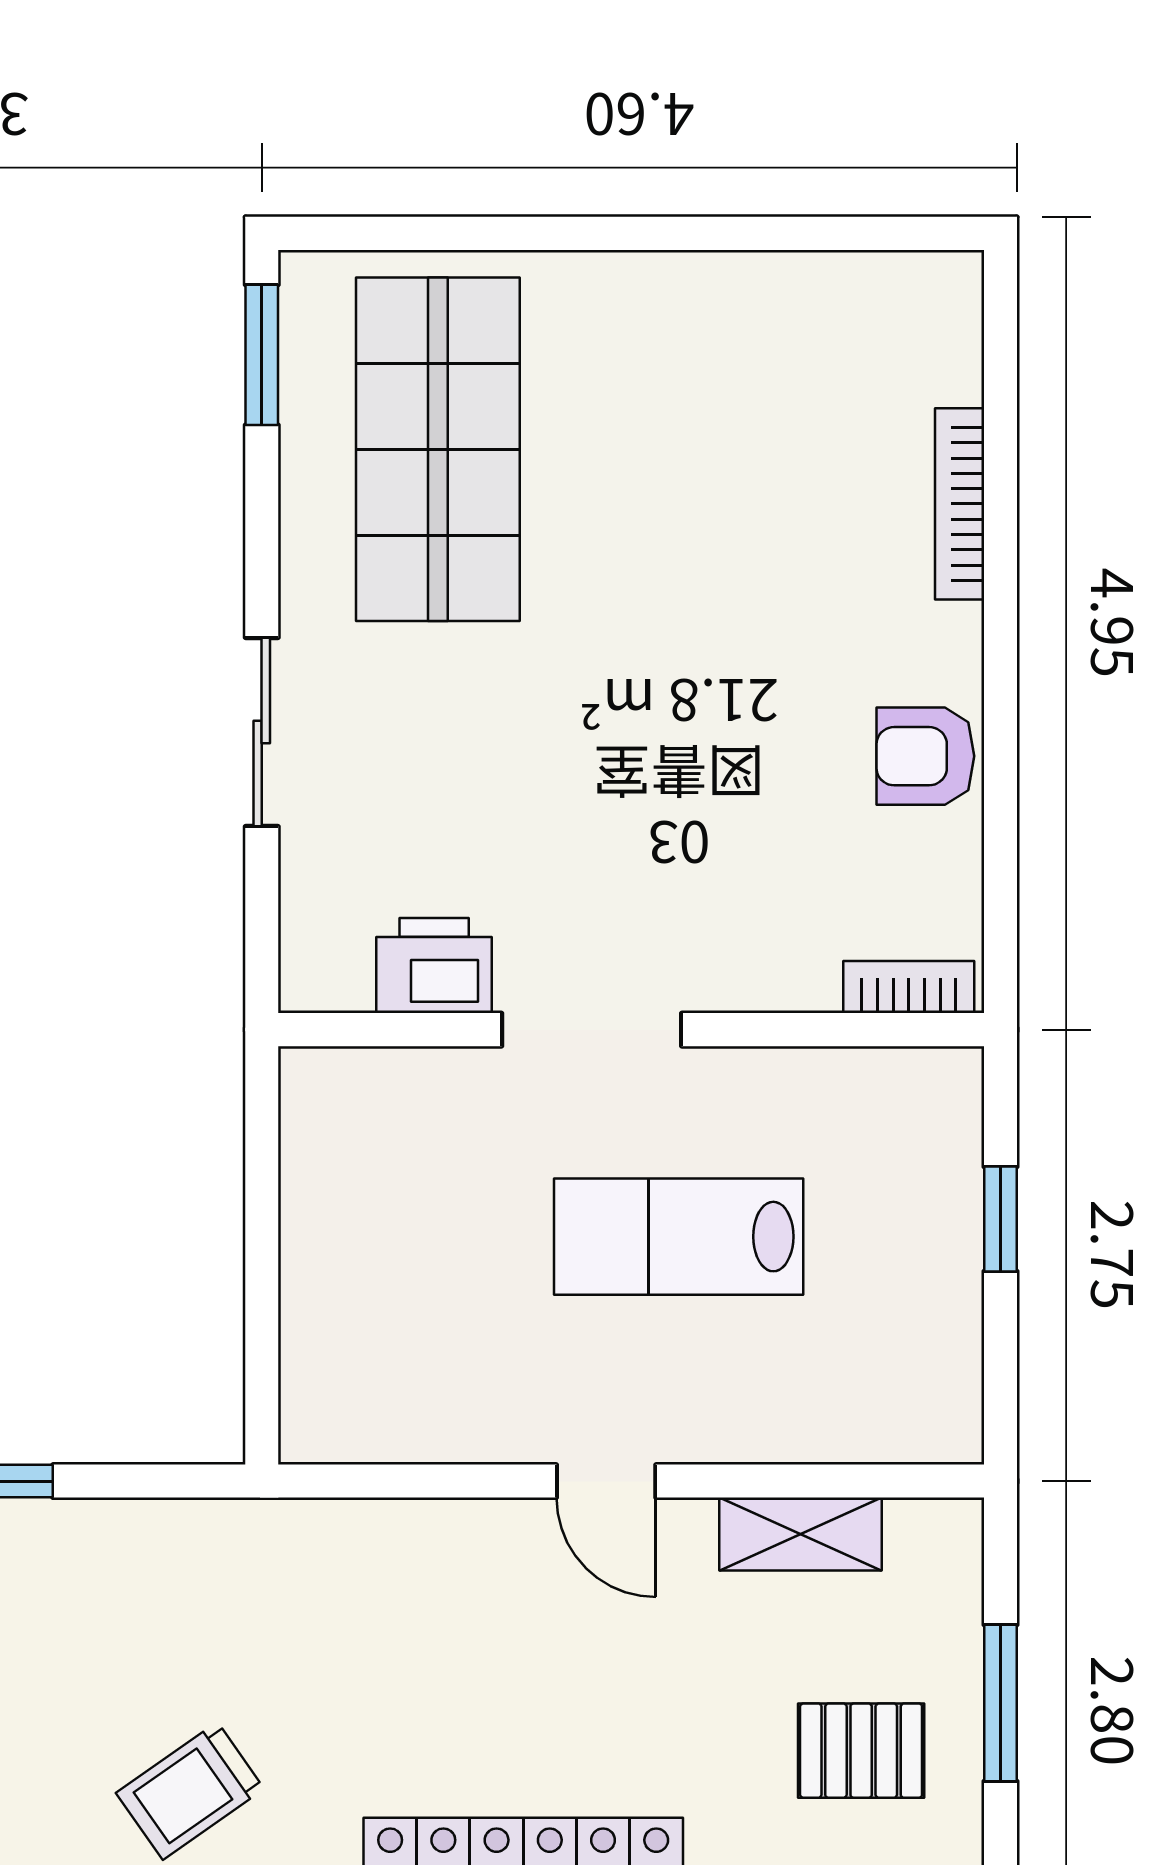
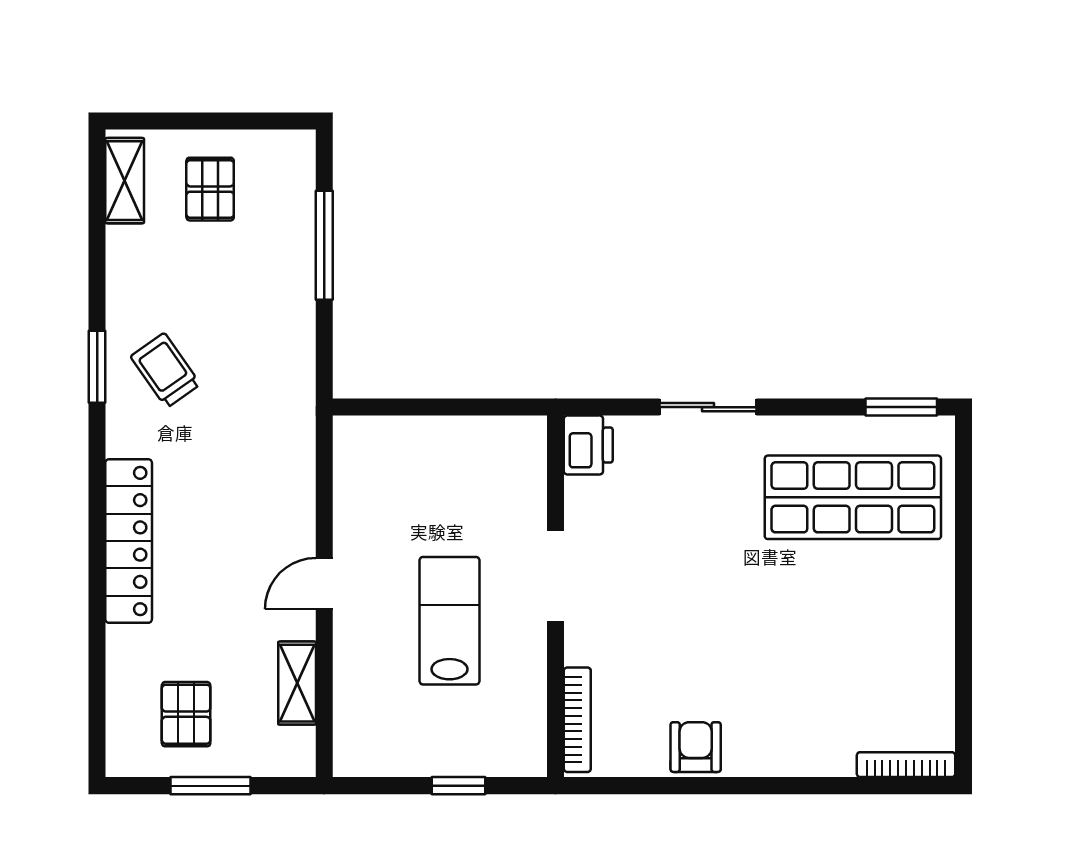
bookcase: (960, 504) -> (906, 765), moved
printer: (434, 966) -> (588, 445), moved
bookcase: (909, 987) -> (577, 720), width x1.56

